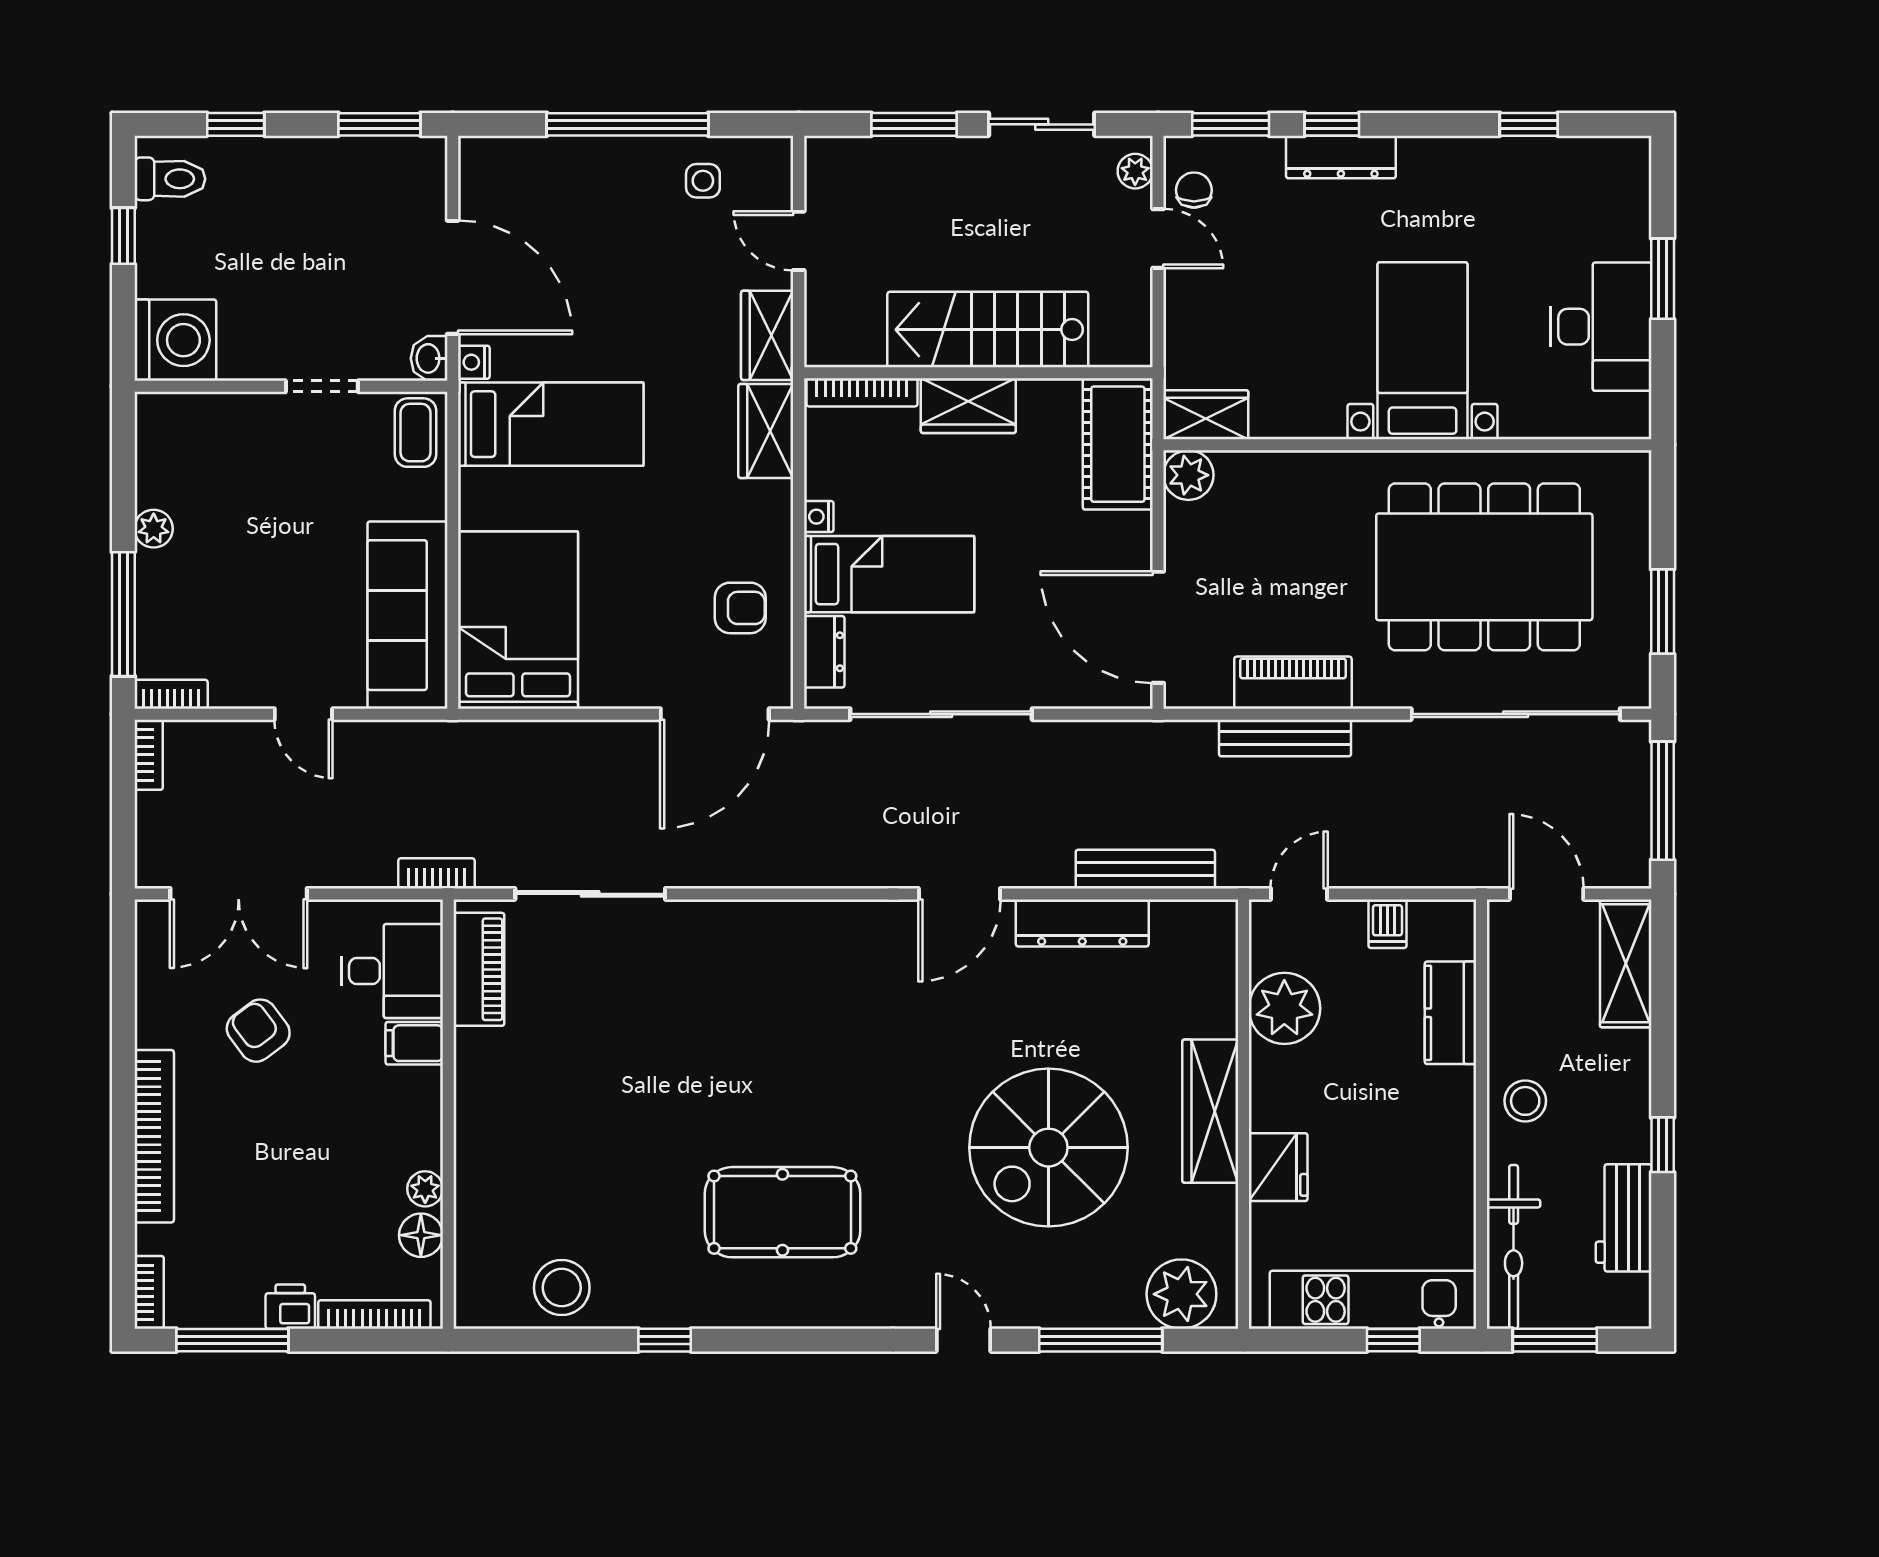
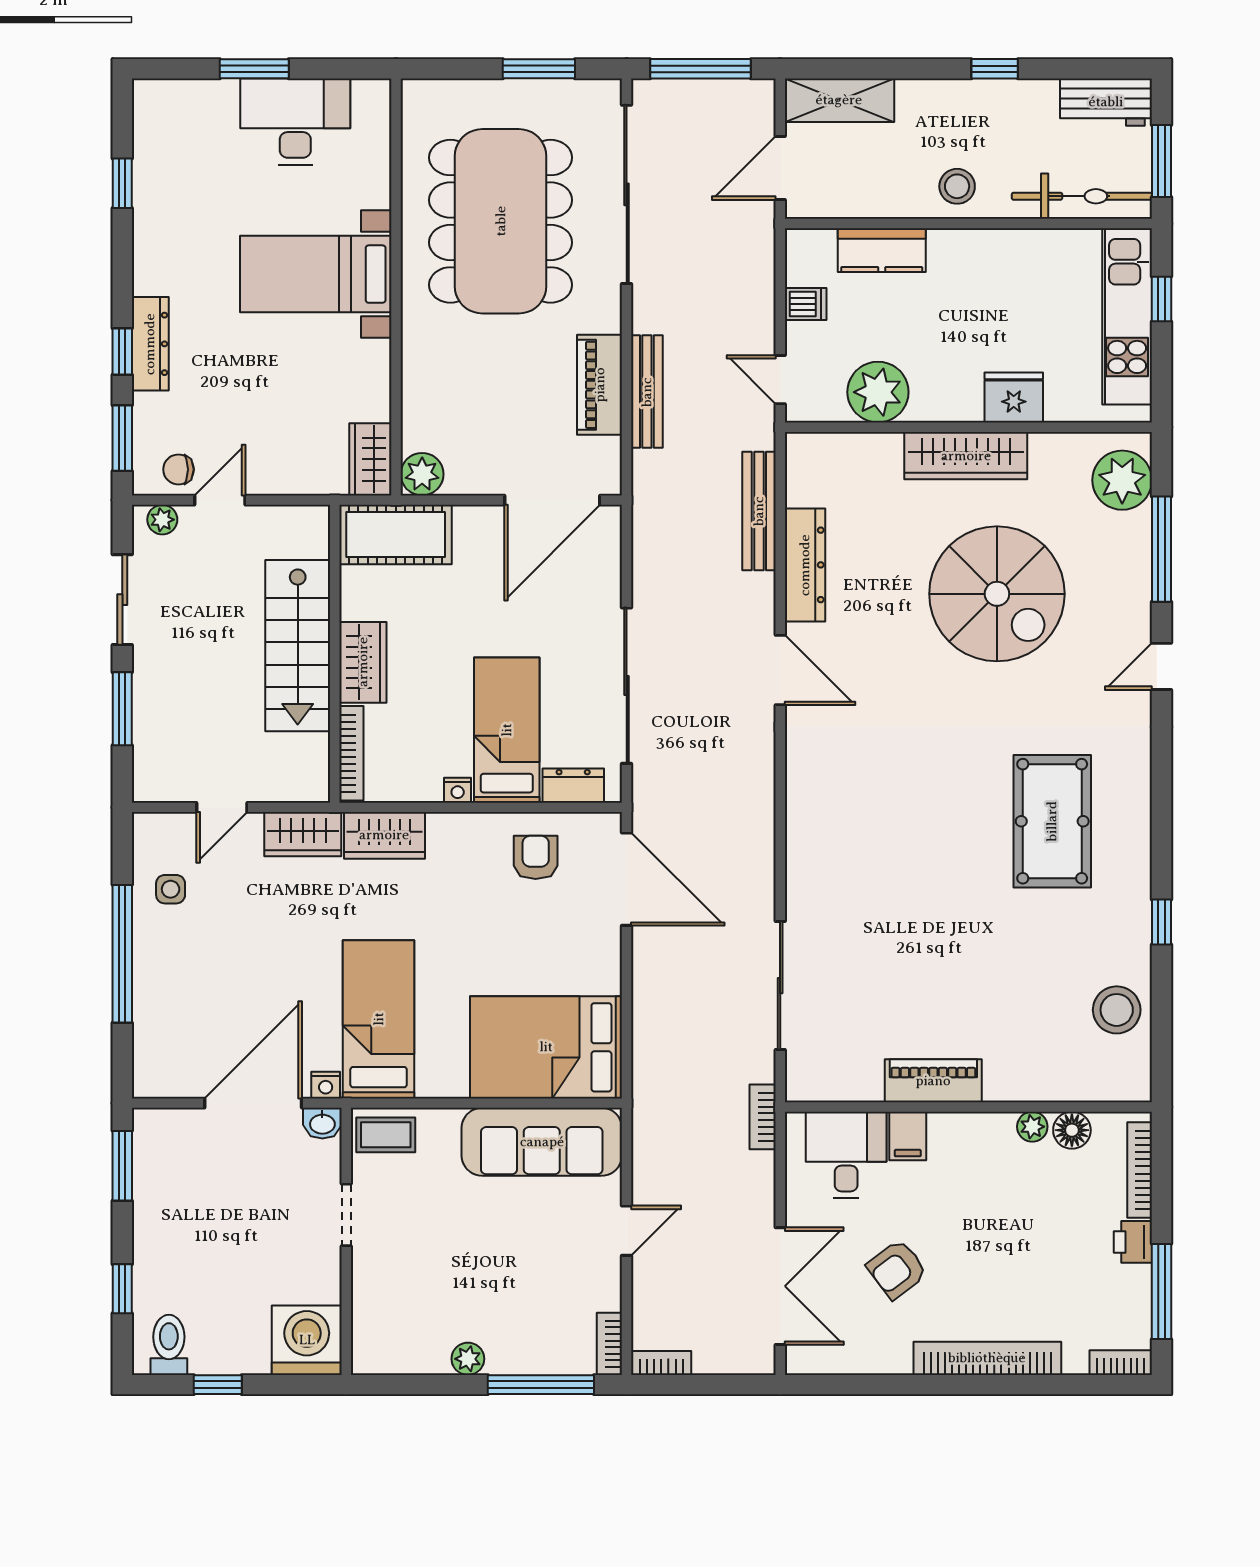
piano: (479, 969) -> (933, 1081), moved
workbench: (1624, 1218) -> (1106, 102), moved

